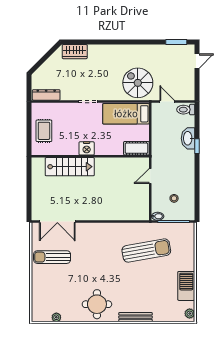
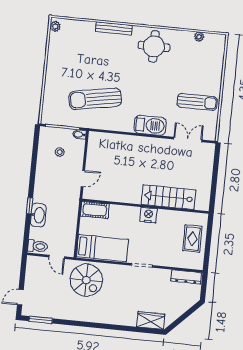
double door: (57, 222) -> (188, 140), width x0.73
barbecue: (186, 286) -> (150, 125), moved, turned -90

